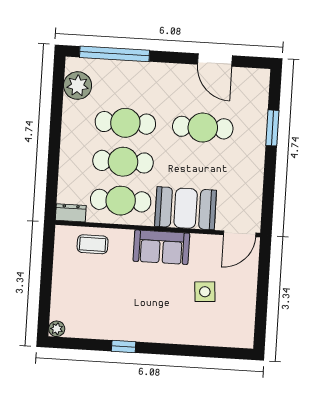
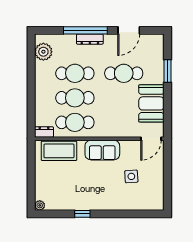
window: (115, 54) -> (85, 30), moved
door: (215, 60) -> (129, 30), hinge flipped
dresser: (152, 70) -> (90, 39), added
booth: (186, 208) -> (151, 103), moved, turned 90
coffee table: (93, 244) -> (59, 151), width x1.86, depth x1.72

